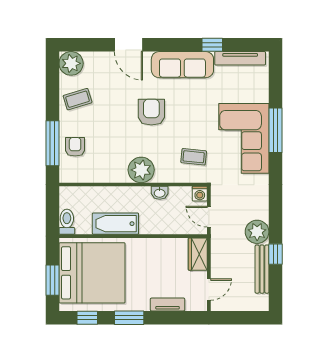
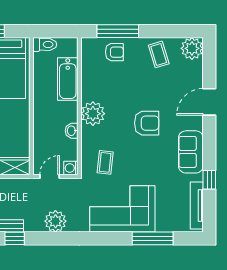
sofa: (182, 65) -> (191, 152), width x0.73
window: (275, 130) -> (153, 238), moved
bathtub: (115, 224) -> (68, 79), moved, turned 180
plant: (257, 232) -> (55, 221), moved

